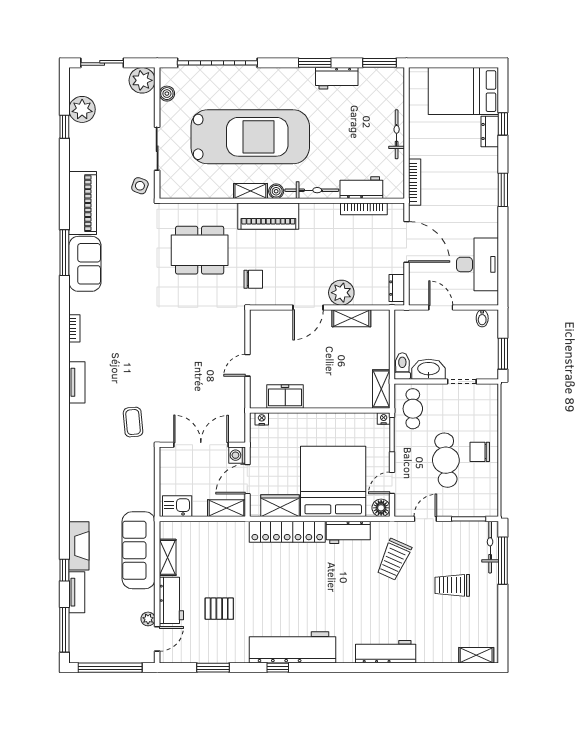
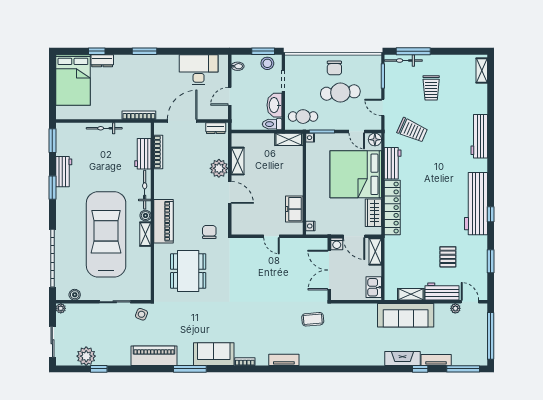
plant: (142, 80) -> (61, 308), width x0.53, depth x0.53
sofa: (85, 264) -> (214, 354), moved
stool: (486, 359) -> (267, 63), added

